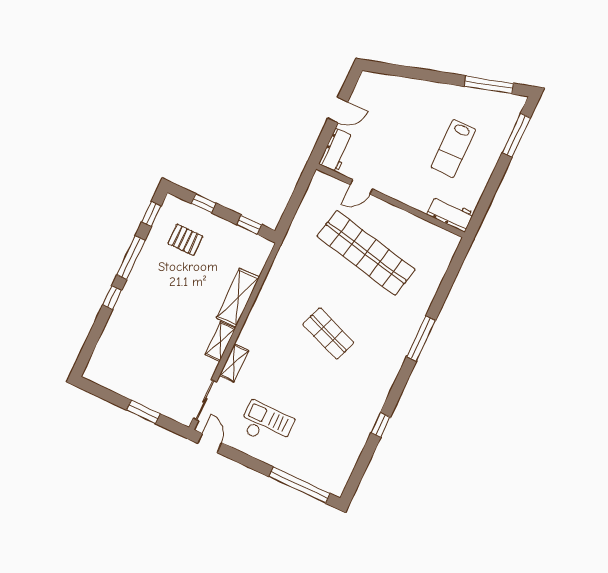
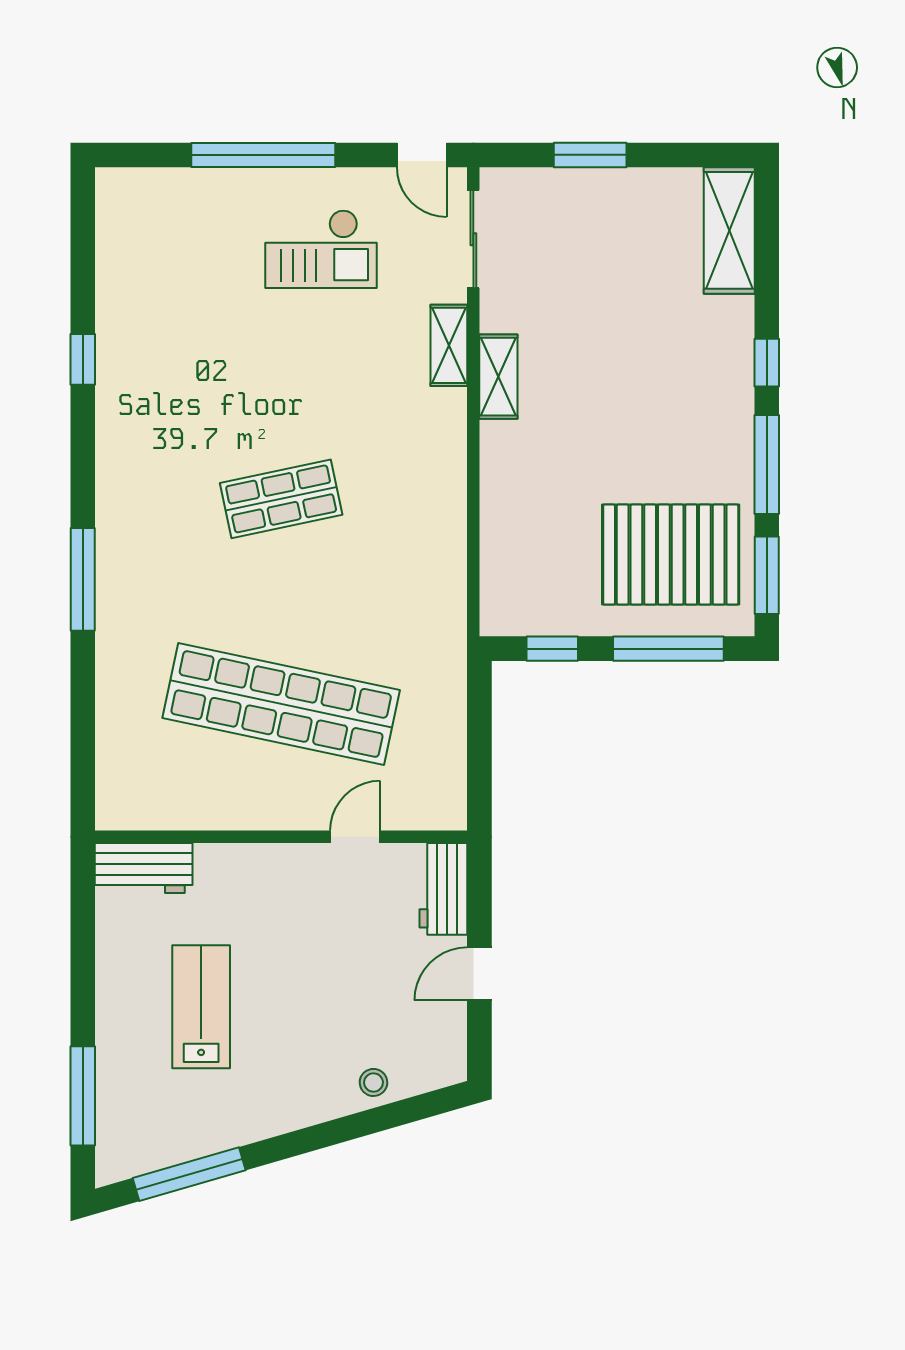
stool: (399, 87) -> (373, 1082), added
window: (203, 203) -> (668, 649), width x2.17
window: (151, 214) -> (767, 575), width x1.50
pallet: (185, 240) -> (671, 555), width x2.05, depth x2.00
shelving: (238, 298) -> (729, 230), moved
shop shelf: (328, 334) -> (281, 499), turned -33
window: (300, 485) -> (263, 155), moved

